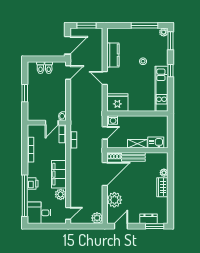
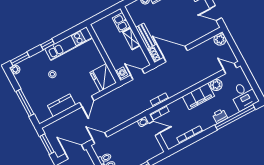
window: (144, 25) -> (25, 103), moved
plant: (114, 200) -> (195, 32), removed

